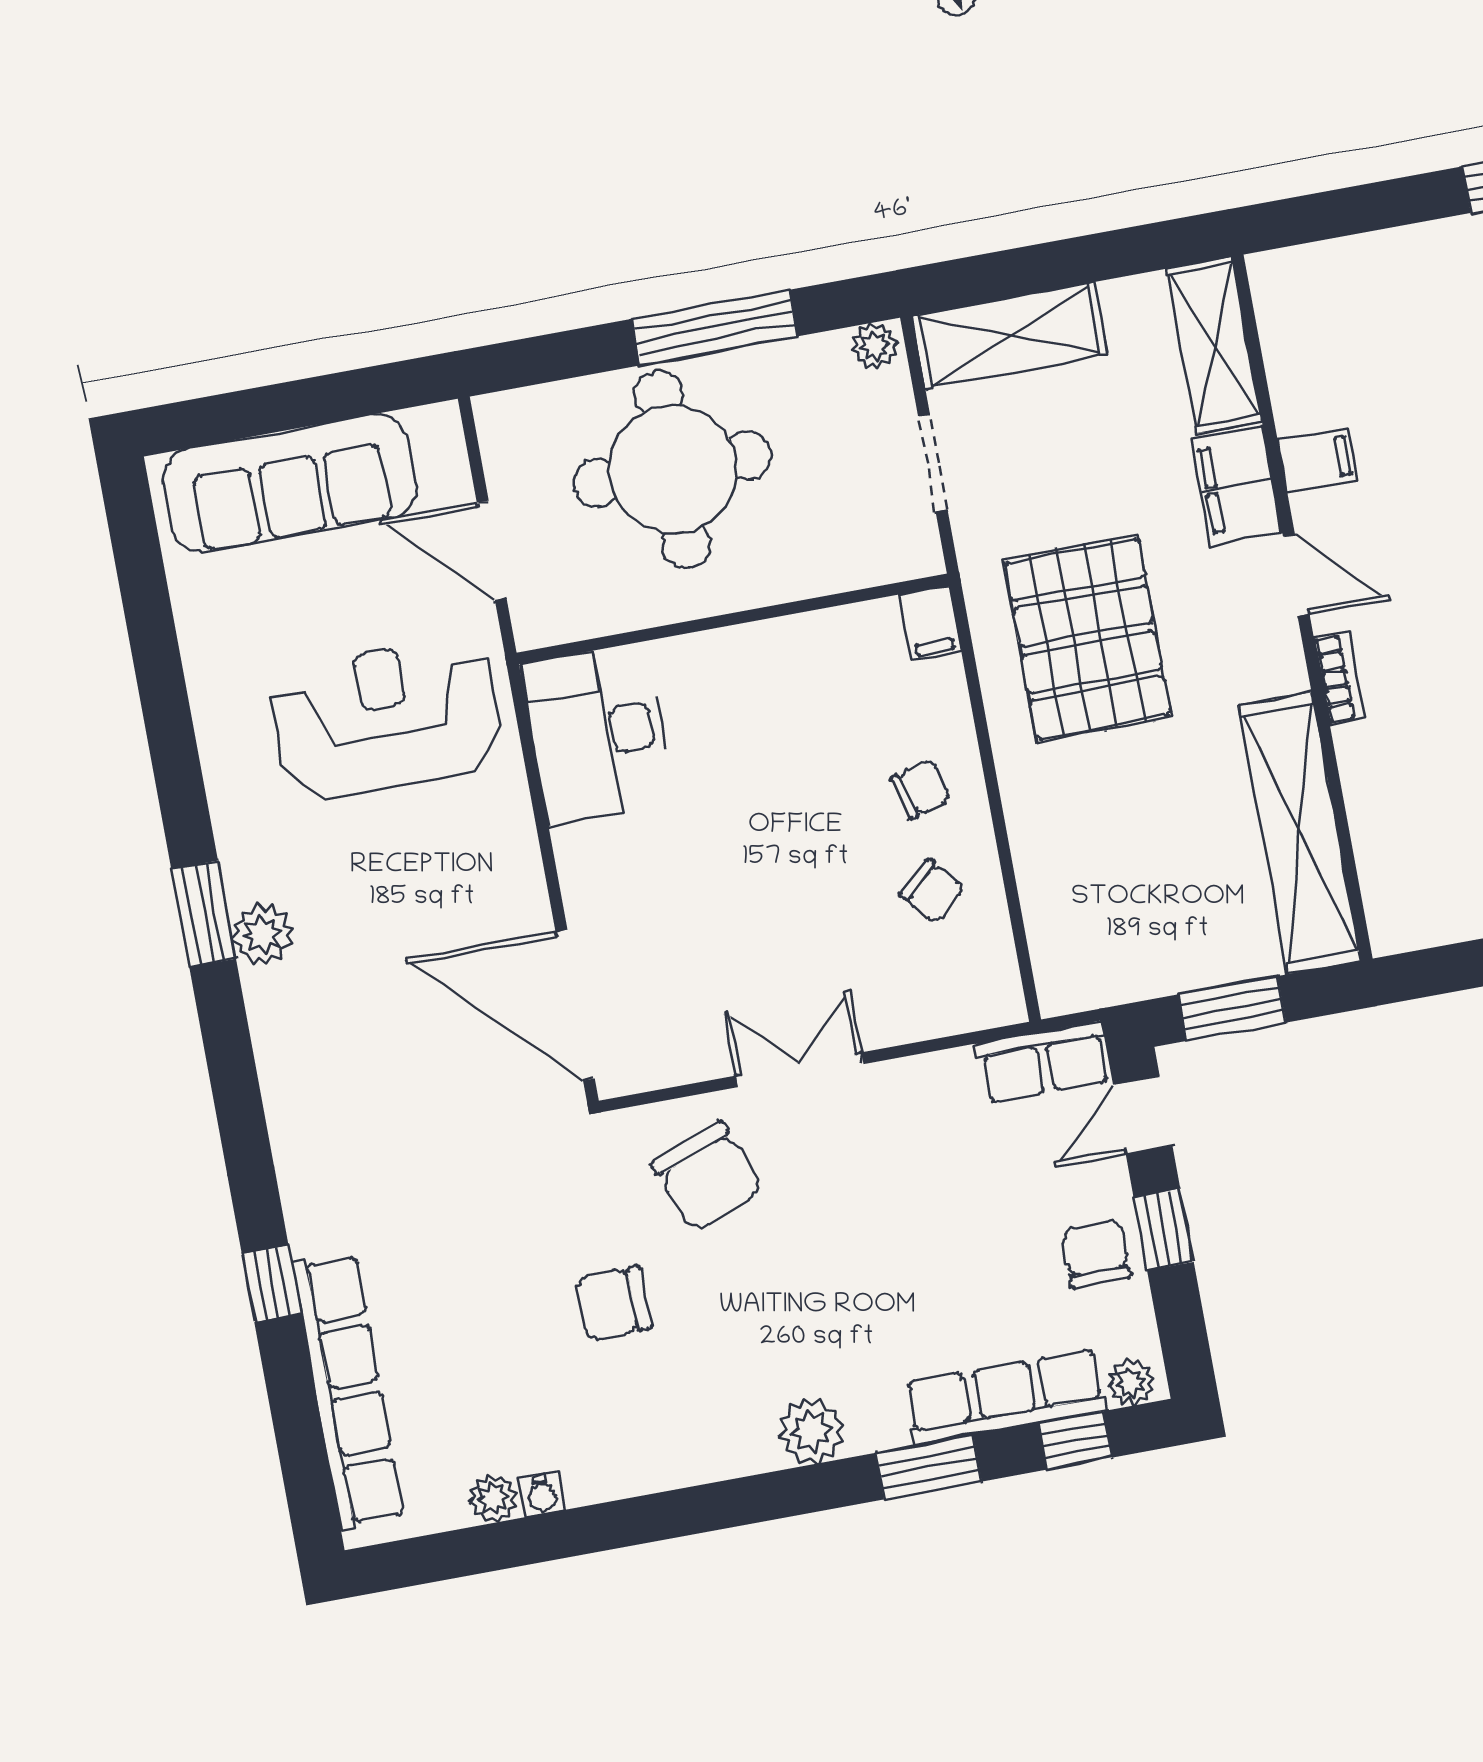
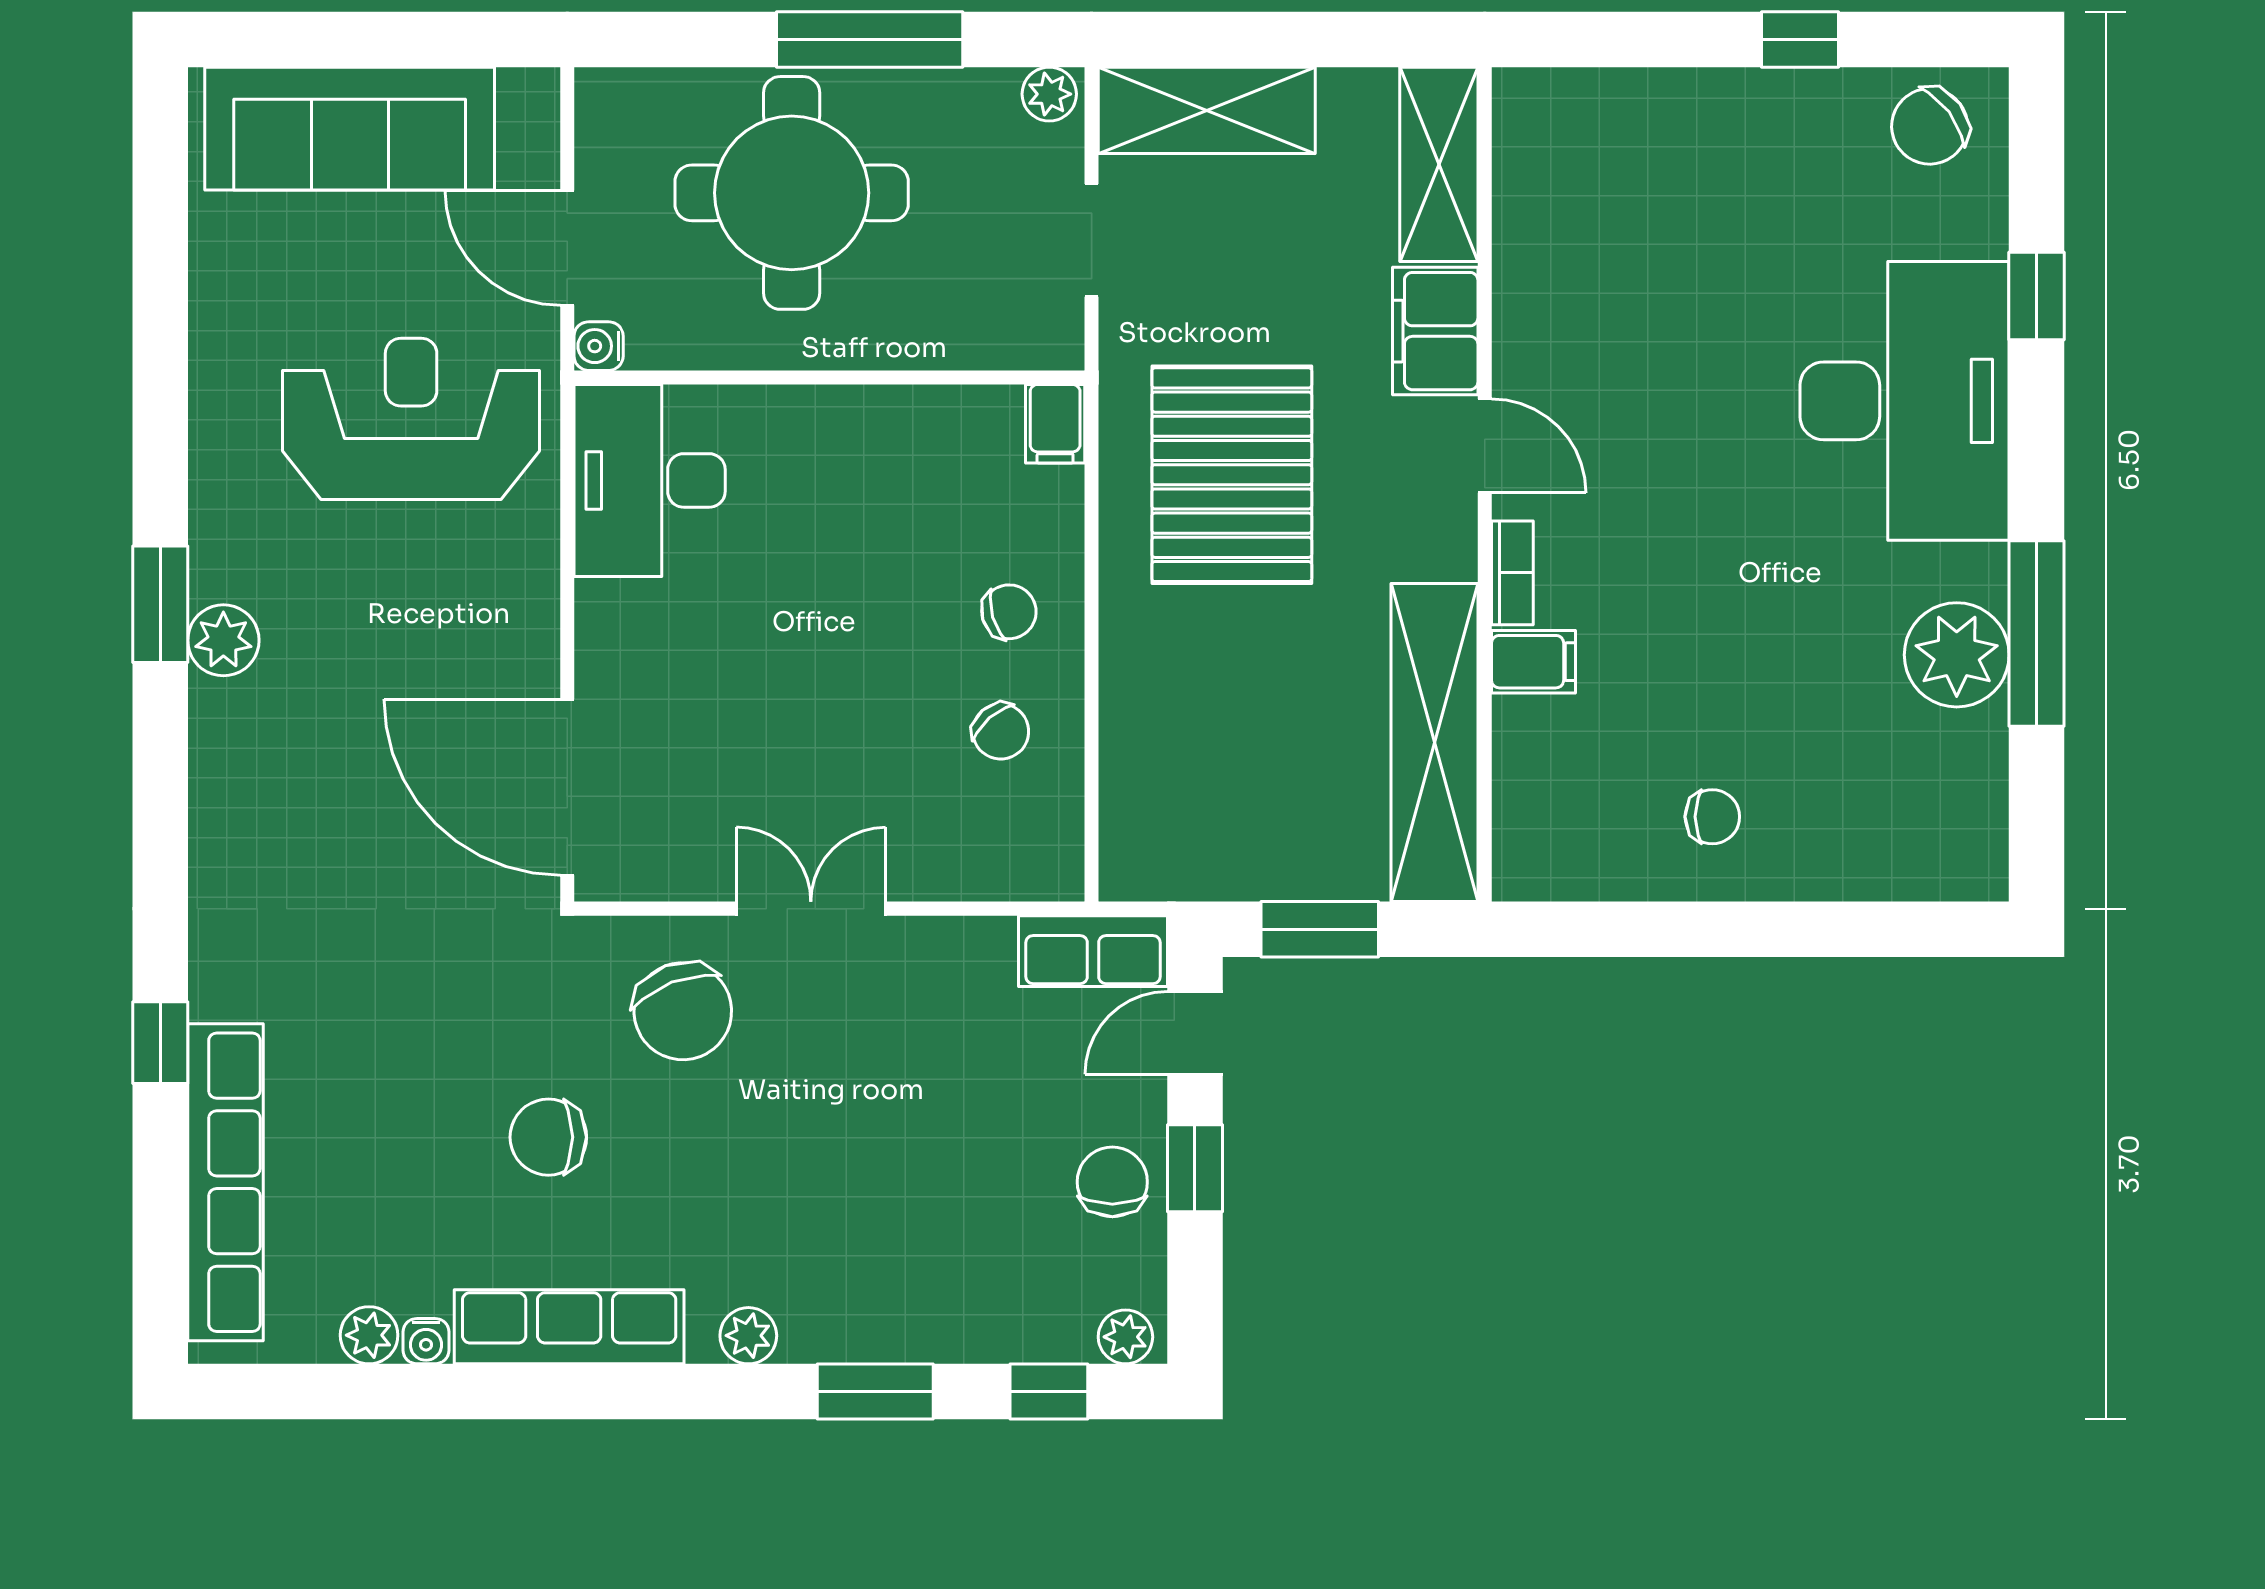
filing cabinet: (1318, 460) -> (1533, 662), moved
water cooler: (533, 628) -> (599, 346), added
row of seats: (1005, 1397) -> (569, 1327), moved
plant: (811, 1431) -> (748, 1336), width x0.73, depth x0.73

